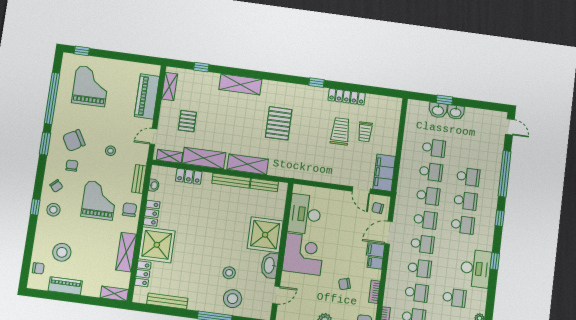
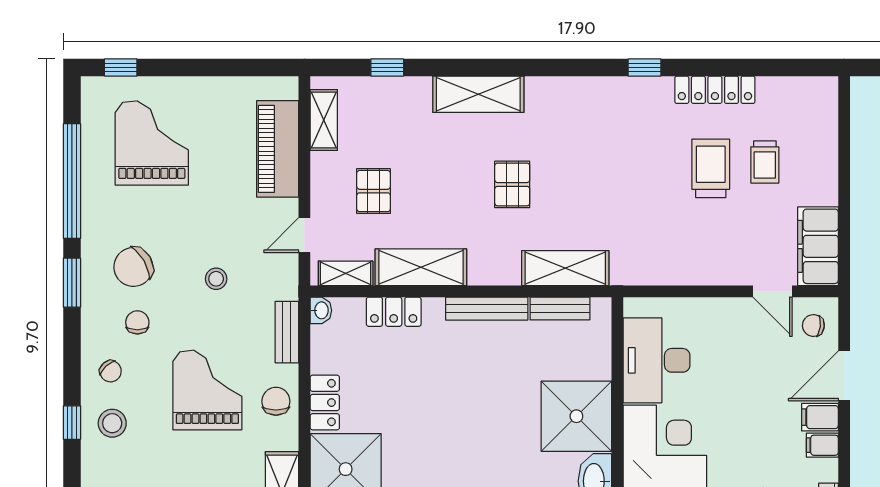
pallet: (279, 123) -> (512, 184), moved, width x0.67, depth x0.71
shelving: (248, 164) -> (565, 268), moved
washbasin: (154, 185) -> (321, 310), moved

